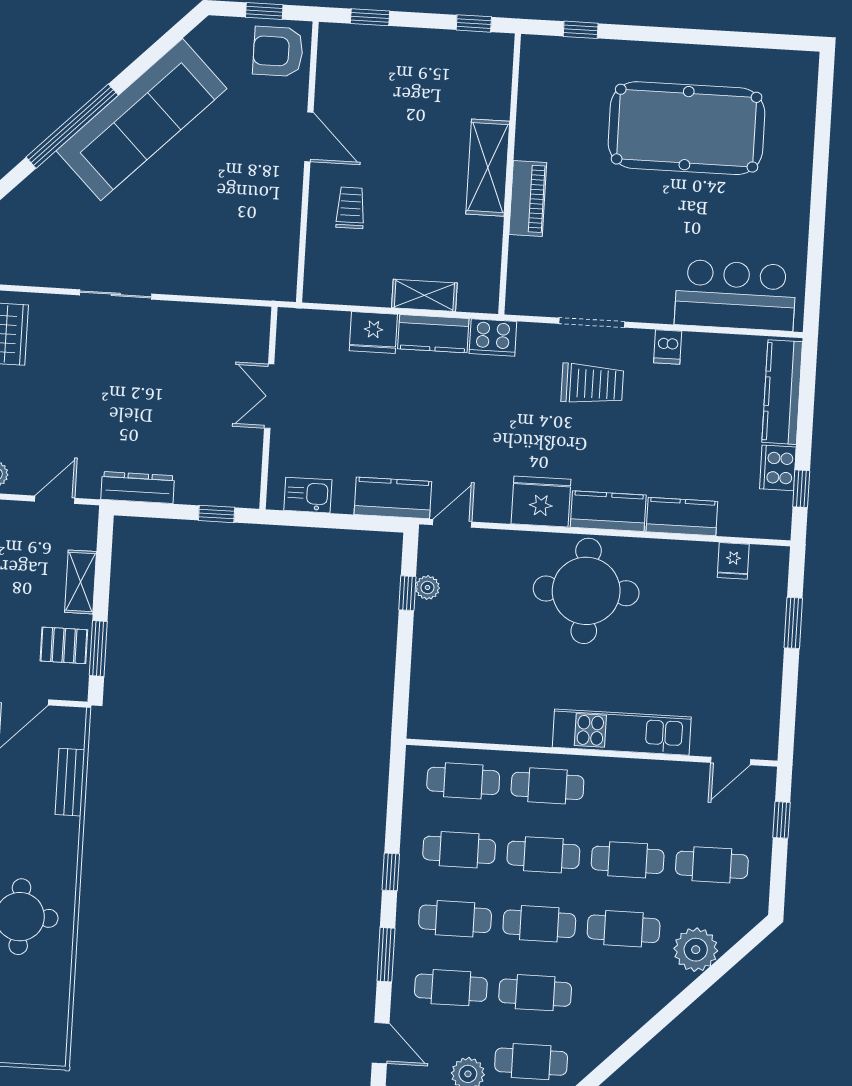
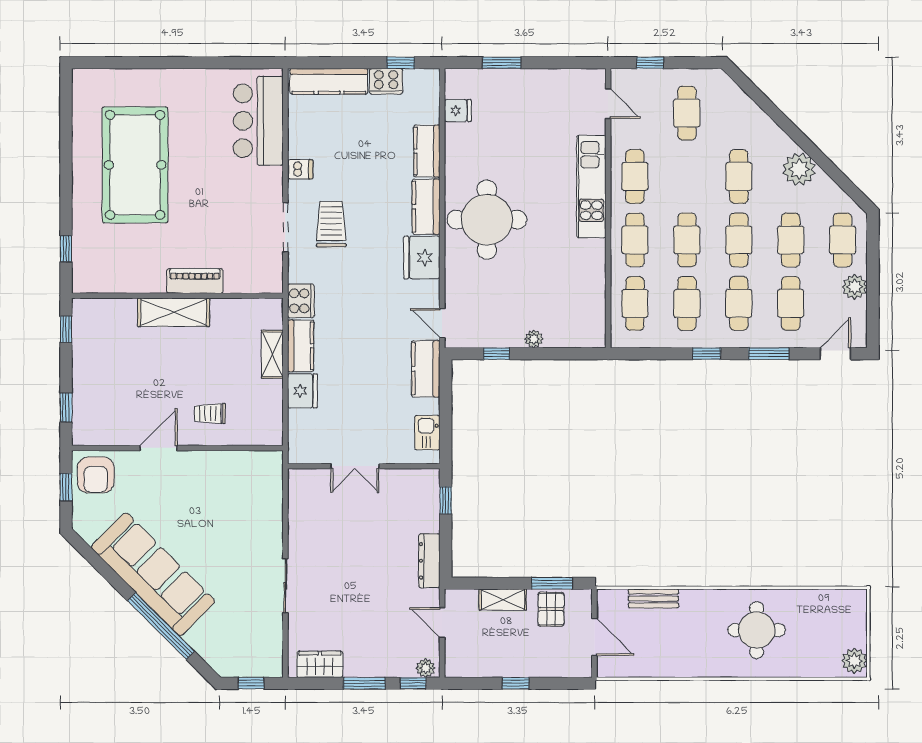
plant: (427, 588) -> (534, 339), moved
cafe table: (628, 860) -> (635, 176), moved
plant: (696, 950) -> (799, 169), moved

